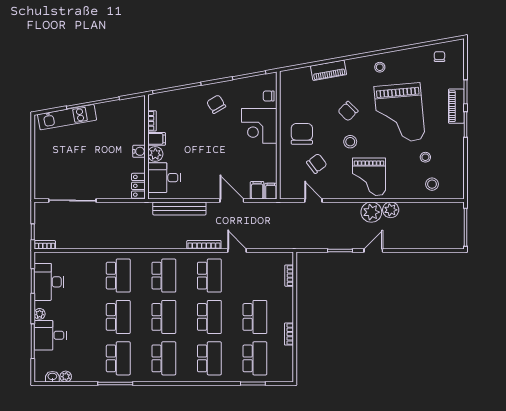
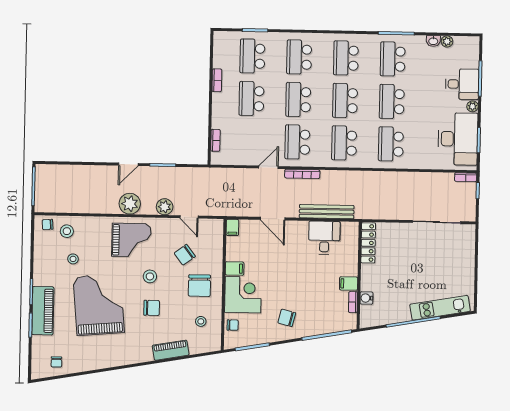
stool: (380, 67) -> (201, 321), moved
chair: (216, 104) -> (287, 318), turned 135
piano: (456, 106) -> (43, 311), width x1.37, depth x1.33
chair: (348, 111) -> (152, 308), turned 45
water cooler: (139, 151) -> (366, 298), moved
plant: (155, 154) -> (350, 268), removed
grand piano: (369, 177) -> (131, 240), turned 90
desk: (164, 178) -> (324, 238), moved, turned -90
locker: (138, 186) -> (368, 243), width x1.53
filing cabinet: (257, 190) -> (235, 269), moved, turned -90
chair: (451, 190) -> (48, 224), added
plant: (391, 210) -> (165, 207), moved
door: (237, 250) -> (268, 167), swing flipped
desk: (49, 282) -> (458, 139), width x1.36, depth x1.30
washbasin: (52, 377) -> (433, 41), moved

